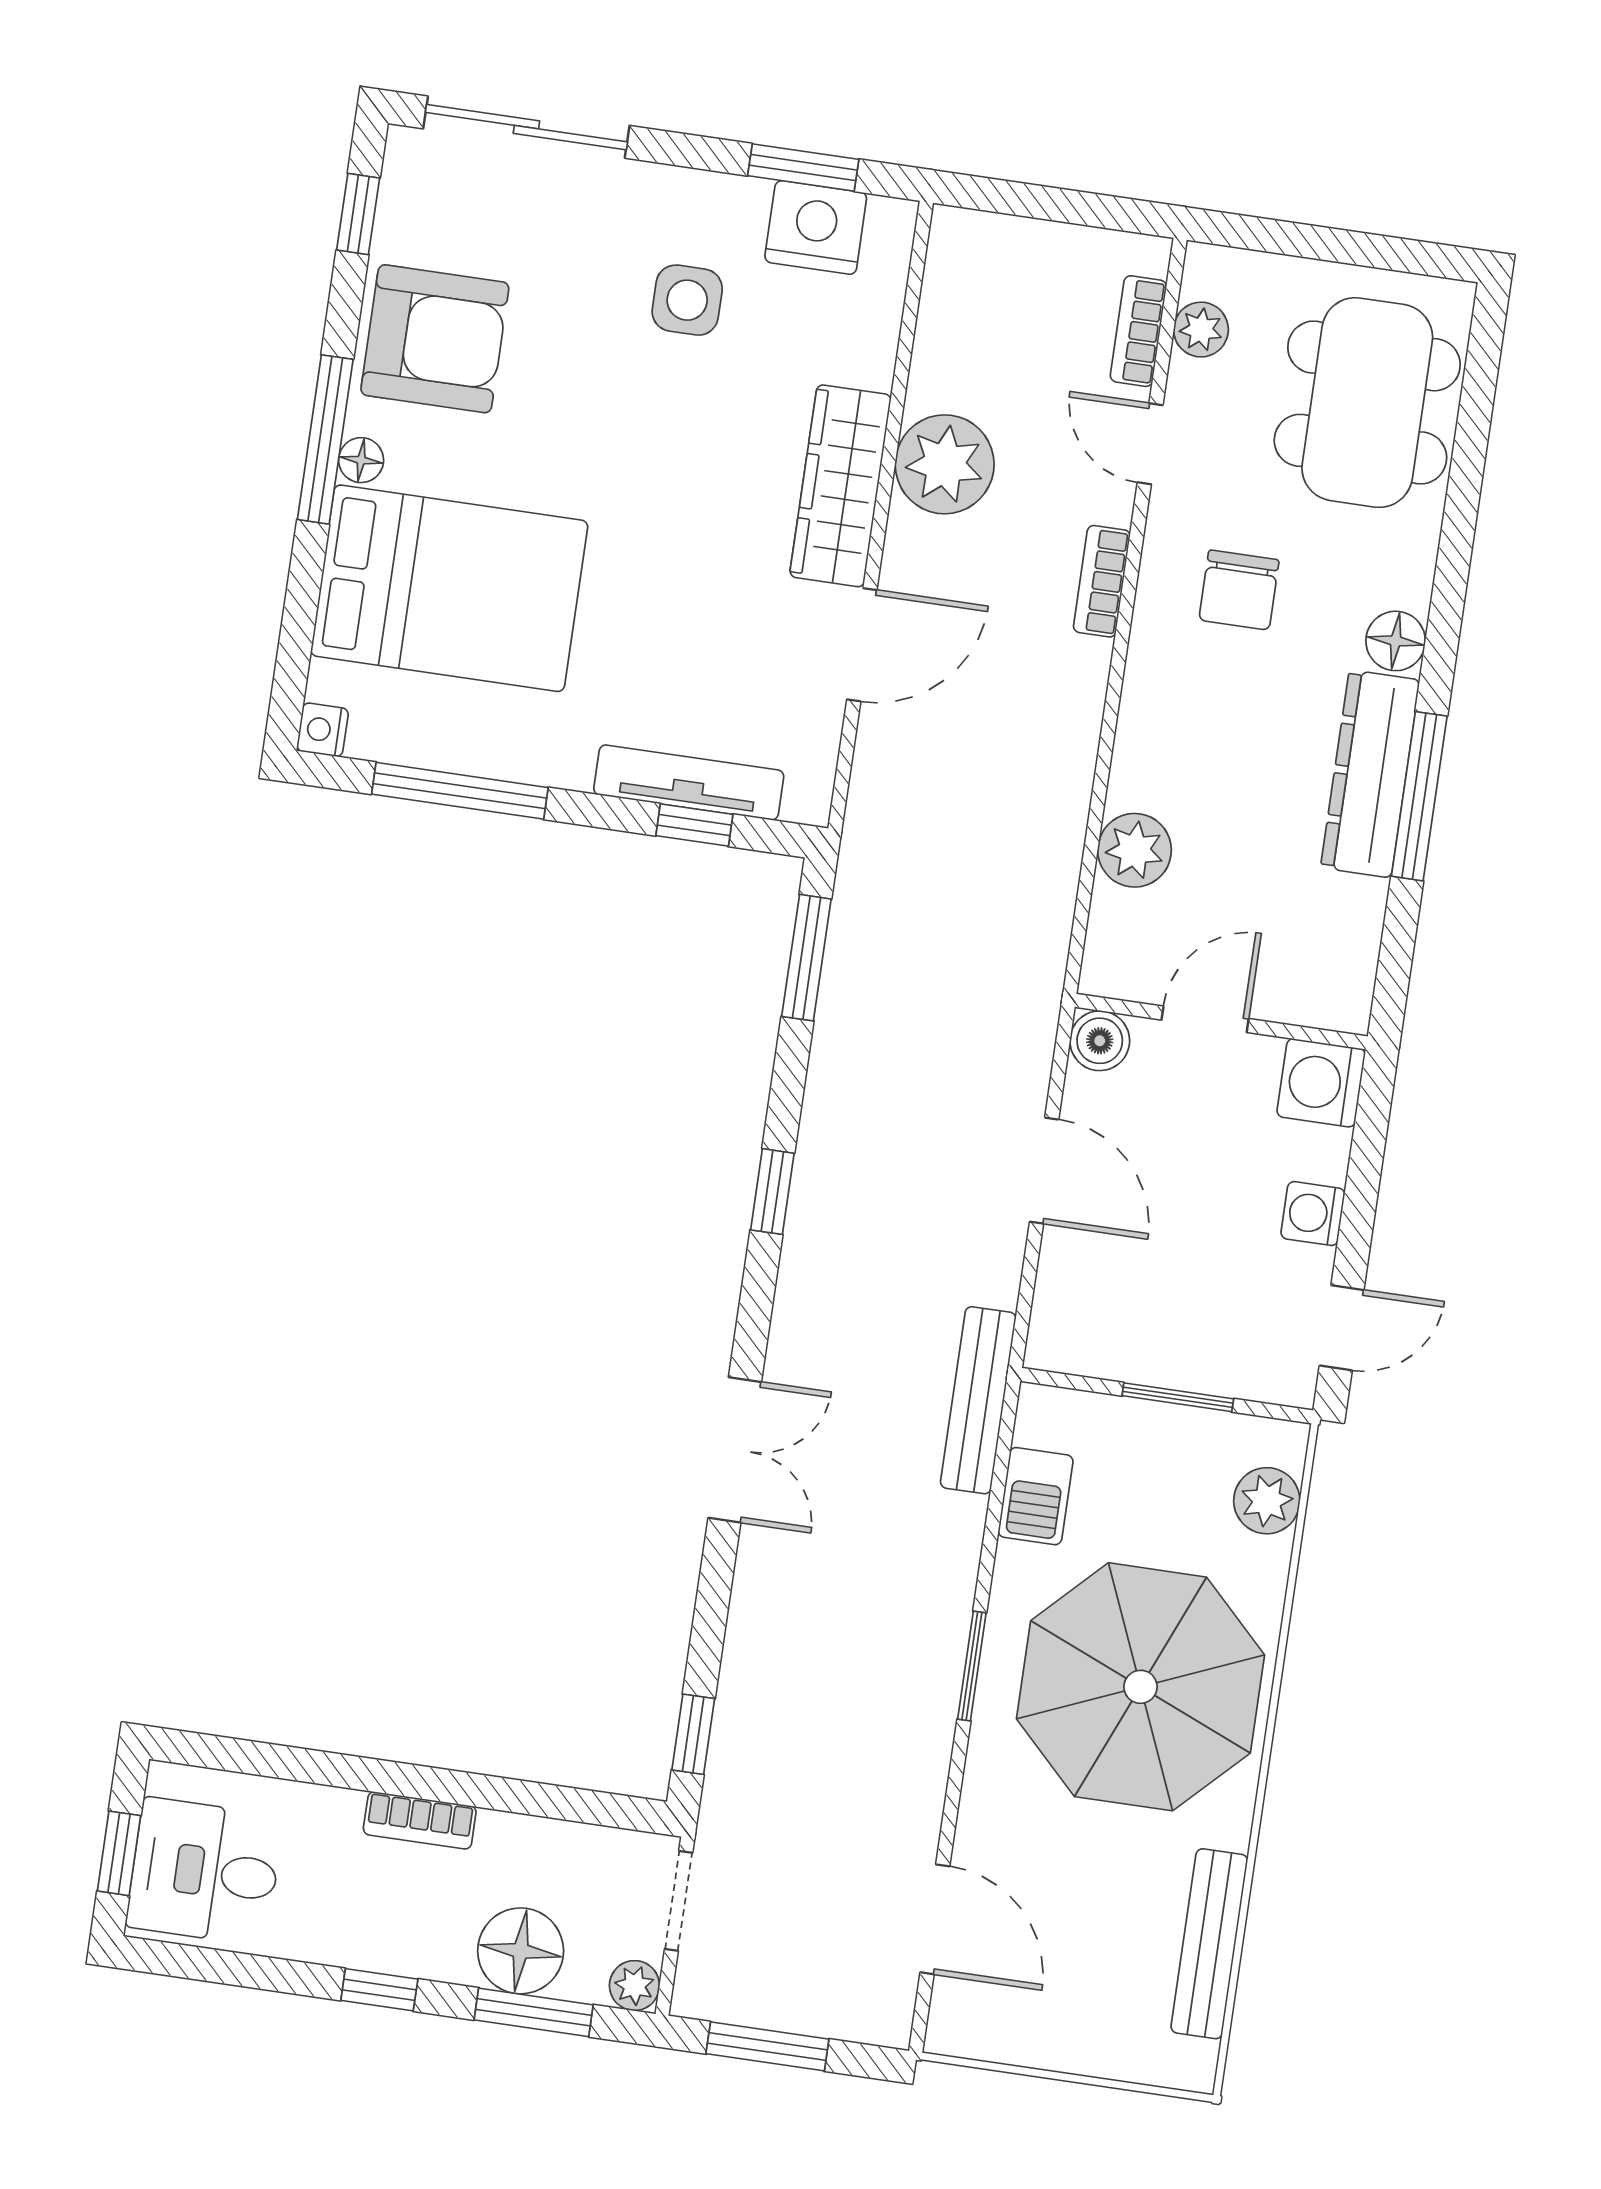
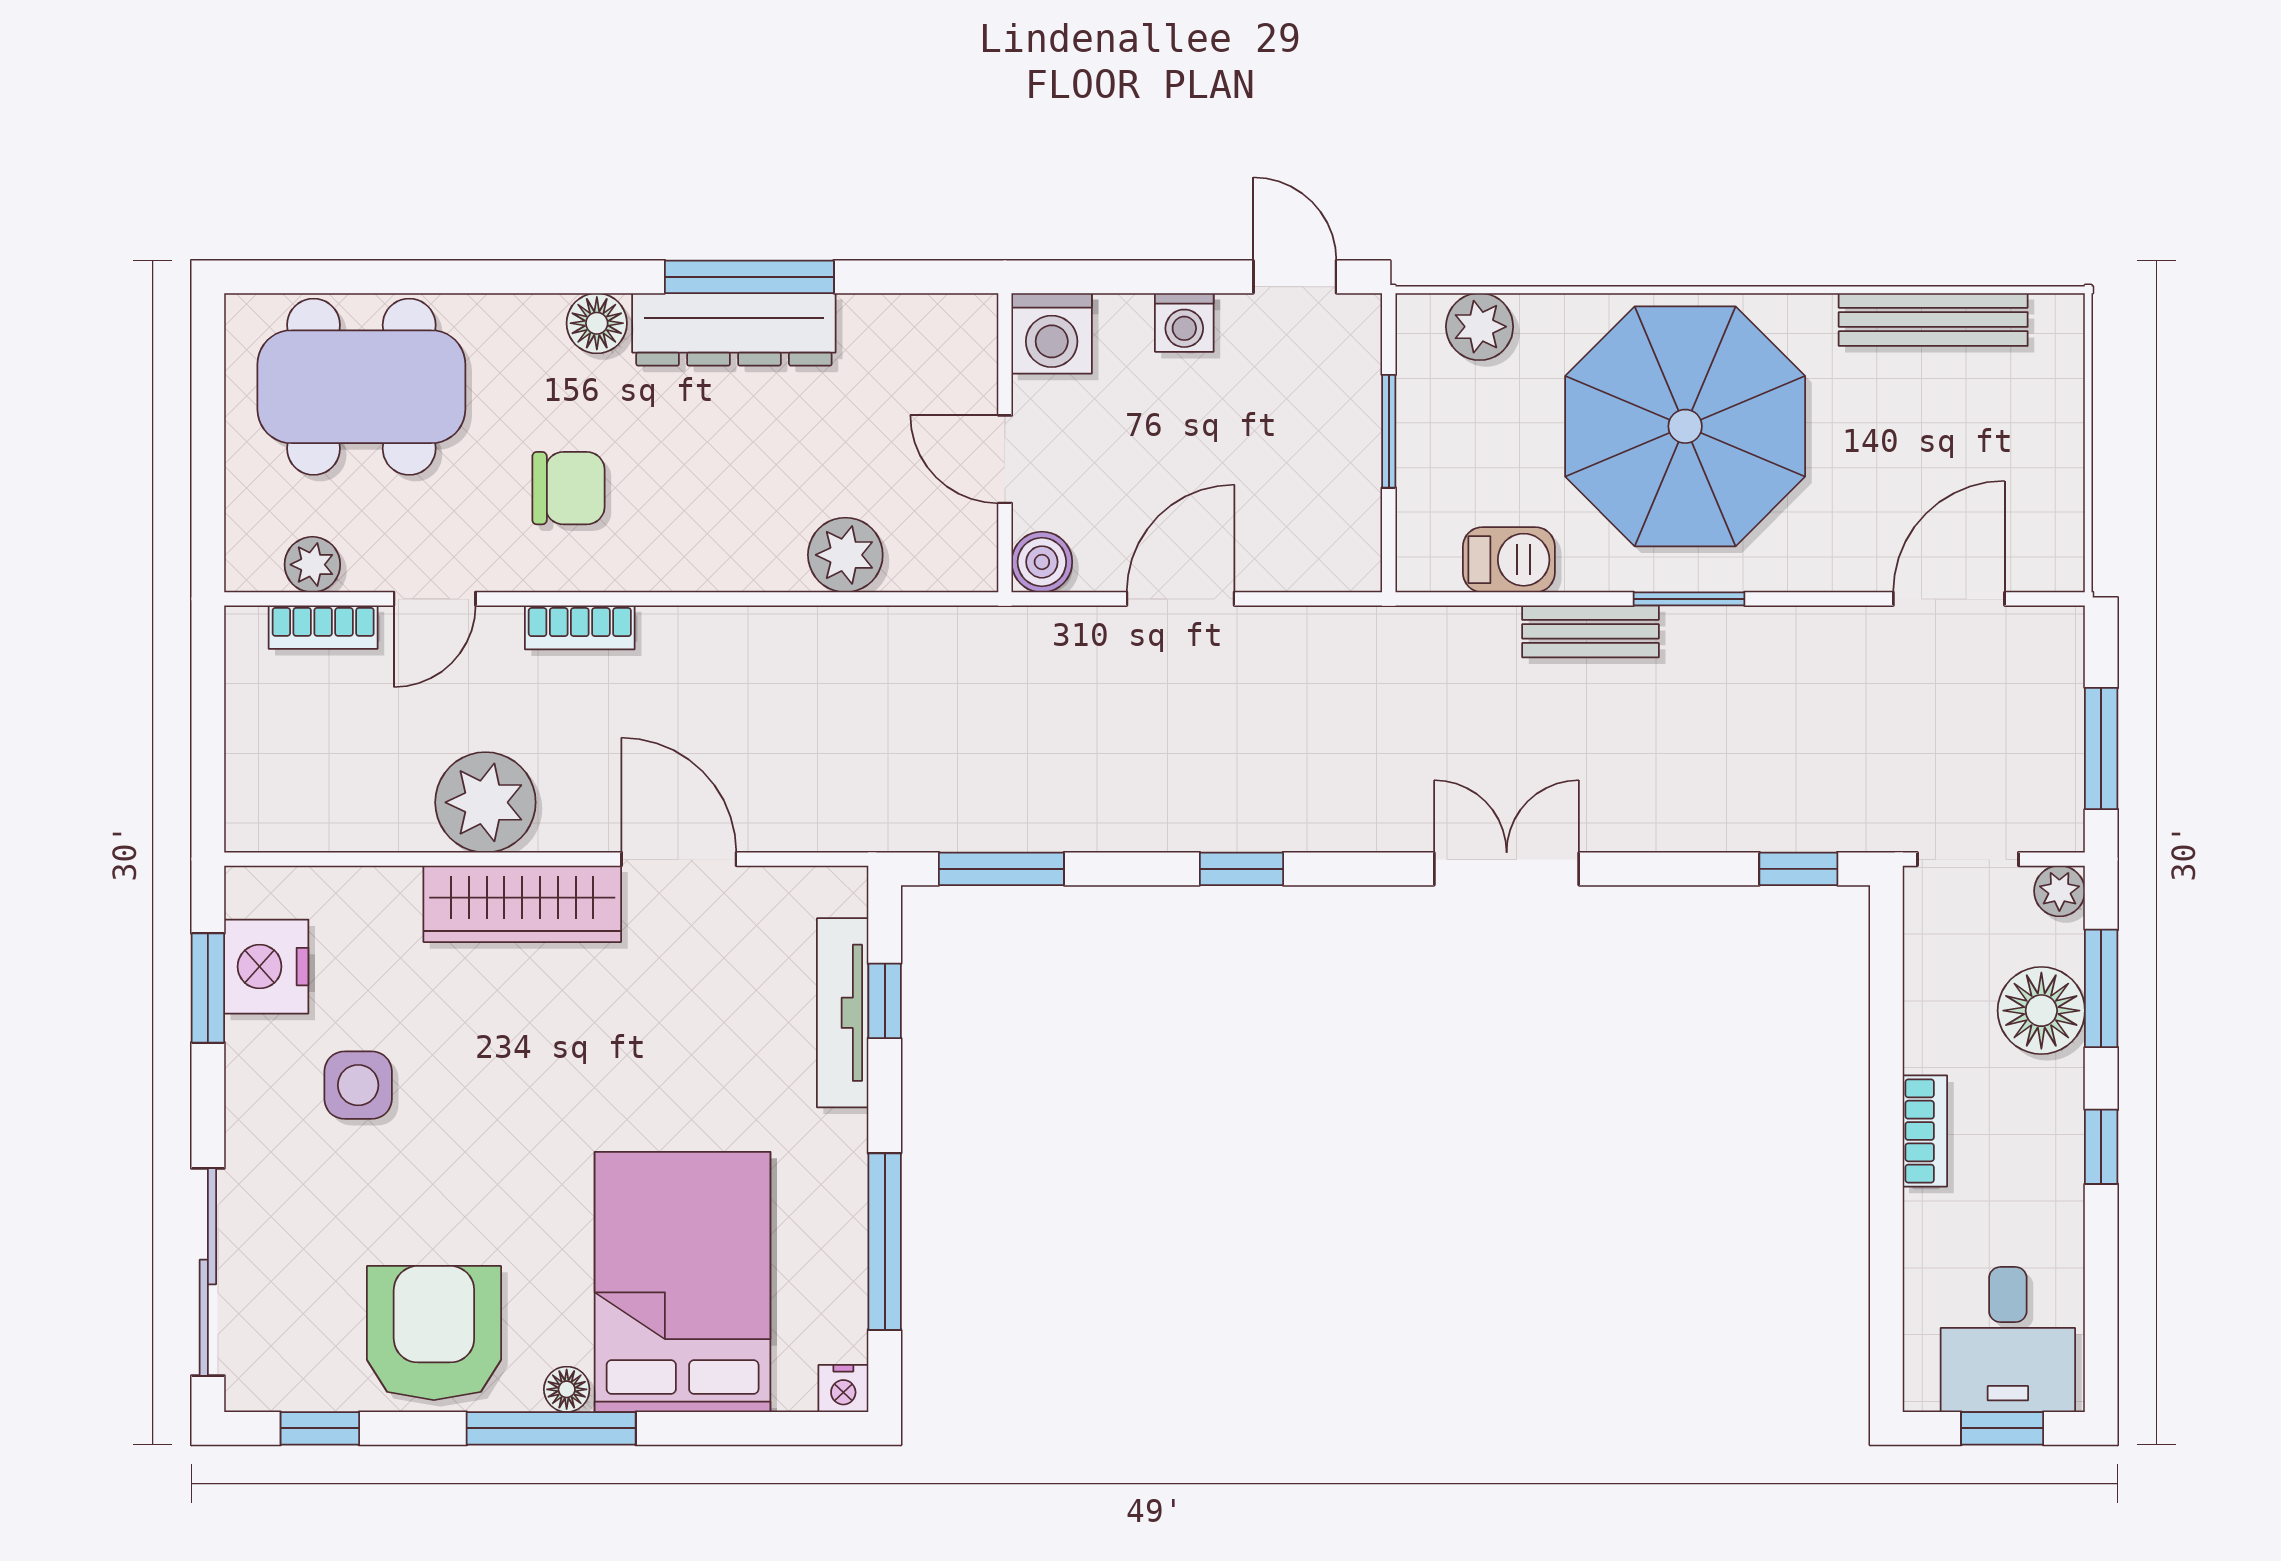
bench: (978, 1400) -> (1591, 631), moved, width x0.73

